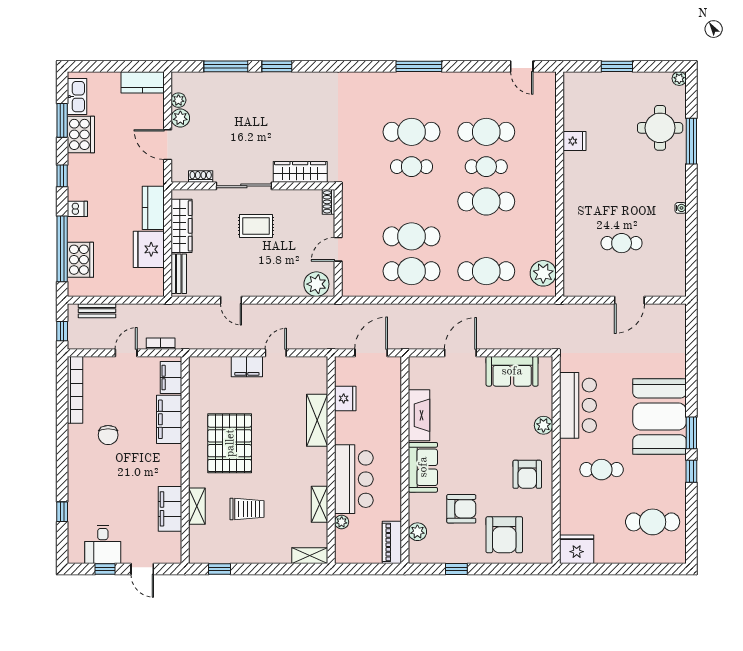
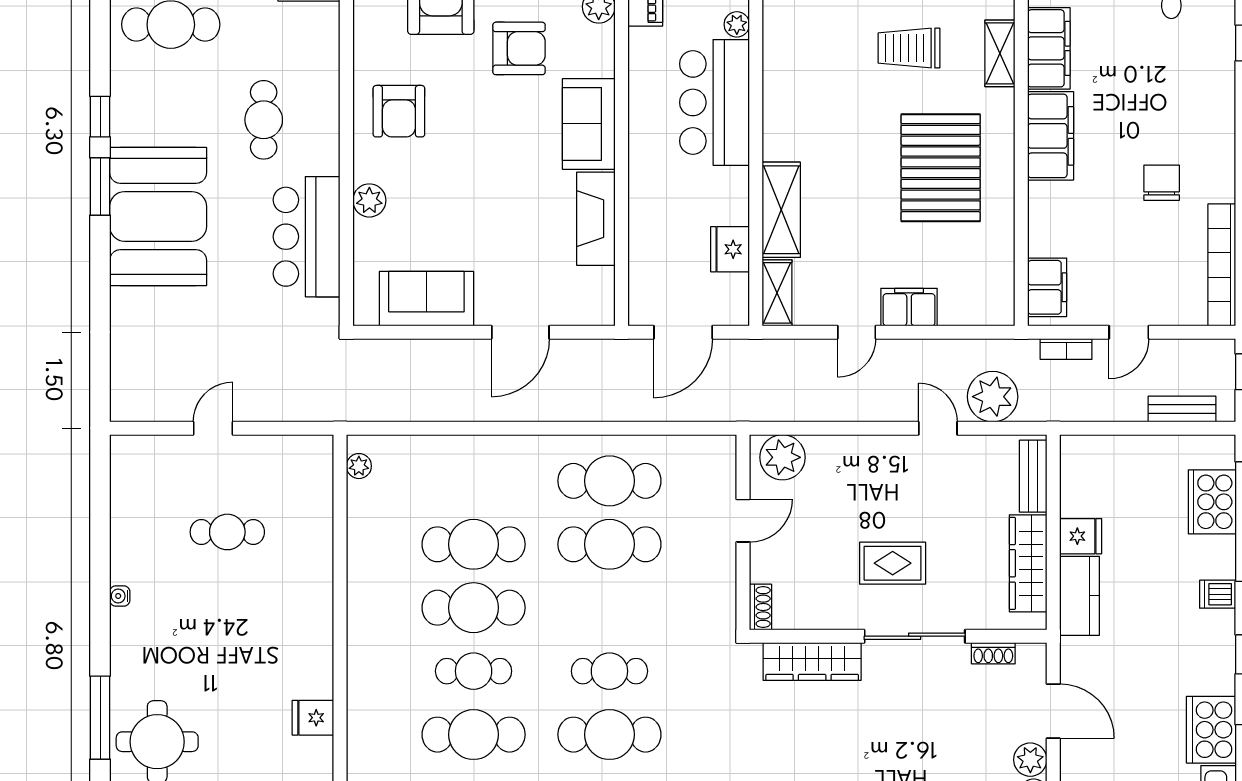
fridge: (149, 249) -> (1081, 536), width x0.53, depth x0.75
cafe table: (486, 271) -> (474, 544), moved
plant: (543, 273) -> (359, 466), width x0.53, depth x0.53
door: (629, 300) -> (213, 428), width x0.73
plant: (201, 317) -> (993, 397), added
filing cabinet: (169, 419) -> (1051, 136), moved
cafe table: (602, 470) -> (264, 120), turned 90
armchair: (527, 474) -> (399, 111), turned 180
shelving: (319, 504) -> (777, 293), moved
armchair: (461, 509) -> (519, 48), turned 180

